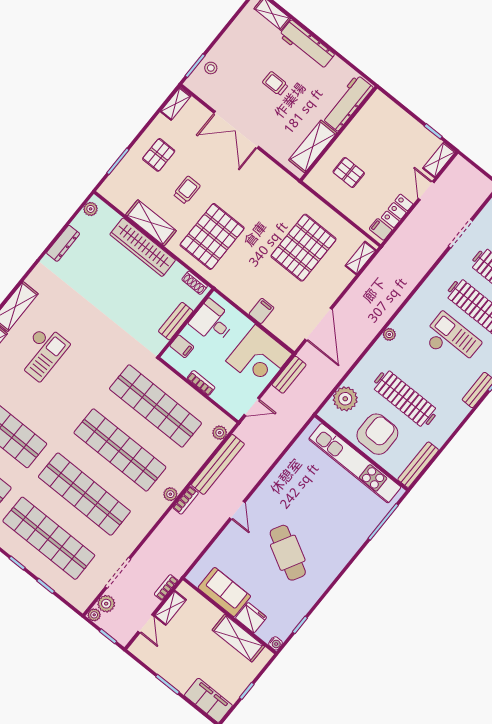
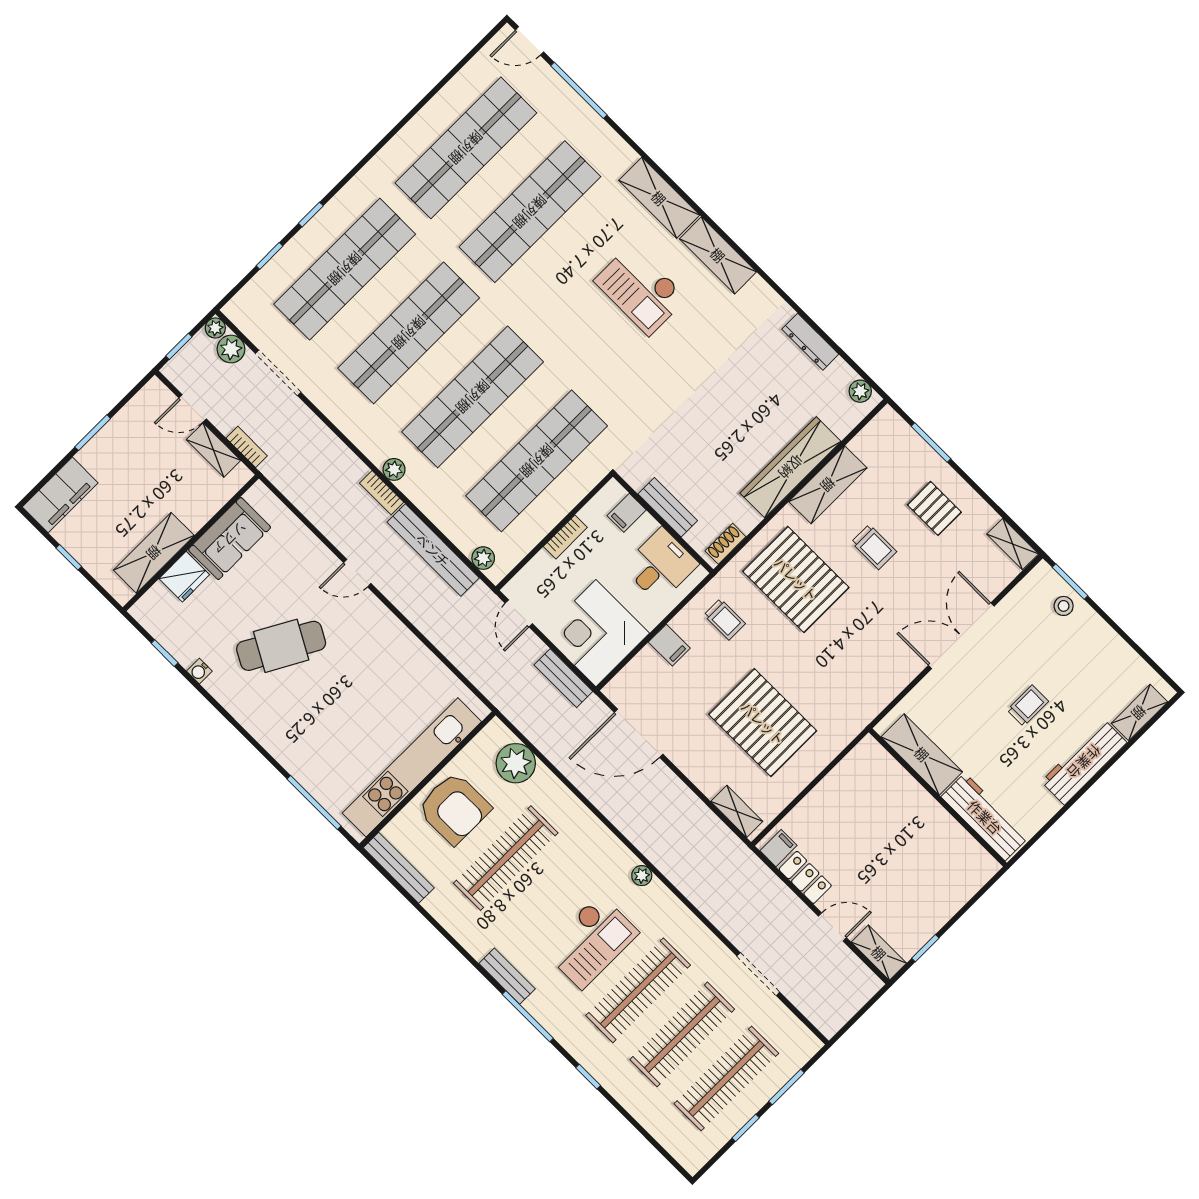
pallet: (349, 173) -> (874, 807), removed
trolley: (242, 278) -> (725, 619), added
plant: (389, 334) -> (642, 876), moved
water cooler: (276, 643) -> (199, 671), moved

